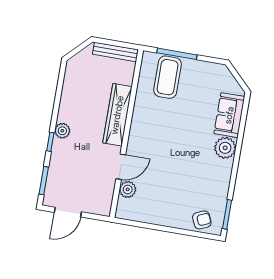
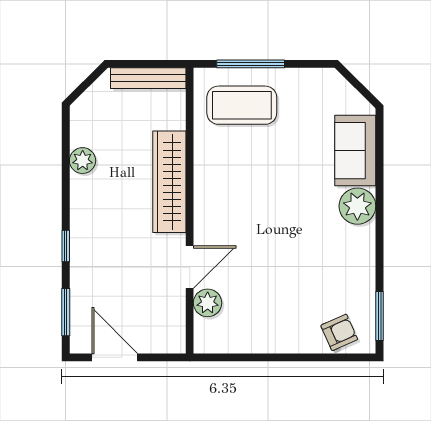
coffee table: (168, 77) -> (242, 105), turned 90
plant: (62, 131) -> (83, 161), moved
door: (68, 212) -> (115, 357), swing flipped

